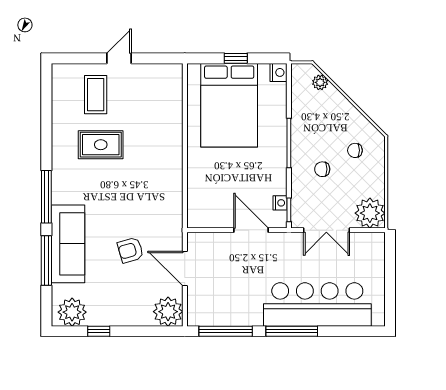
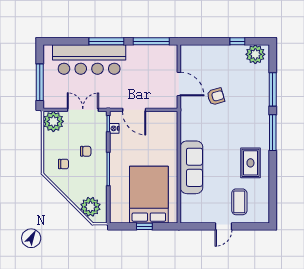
nightstand: (279, 72) -> (115, 217), removed
plant: (320, 82) -> (90, 207), width x1.88, depth x1.88
rug: (101, 145) -> (250, 163), moved, turned 90
sofa: (68, 244) -> (191, 167), moved, turned 180
window: (390, 271) -> (40, 82), added
plant: (168, 312) -> (190, 55), removed

